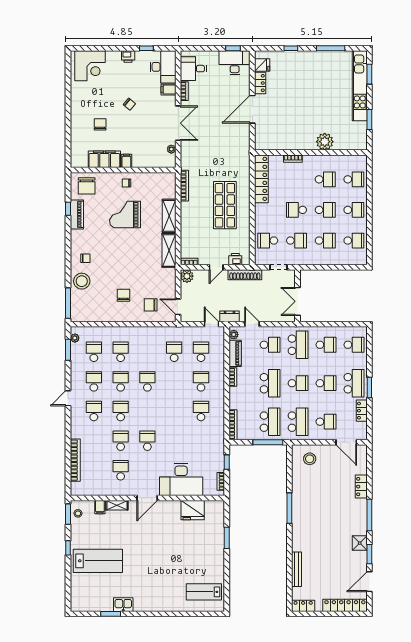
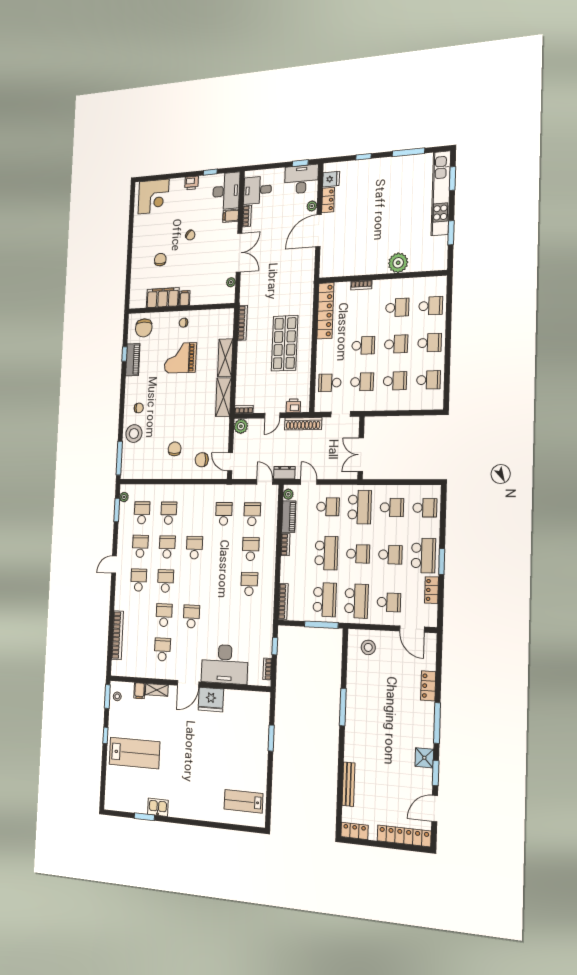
plant: (245, 87) -> (312, 206), added
school desk: (296, 210) -> (363, 345), turned 180
fridge: (193, 510) -> (211, 700), moved

